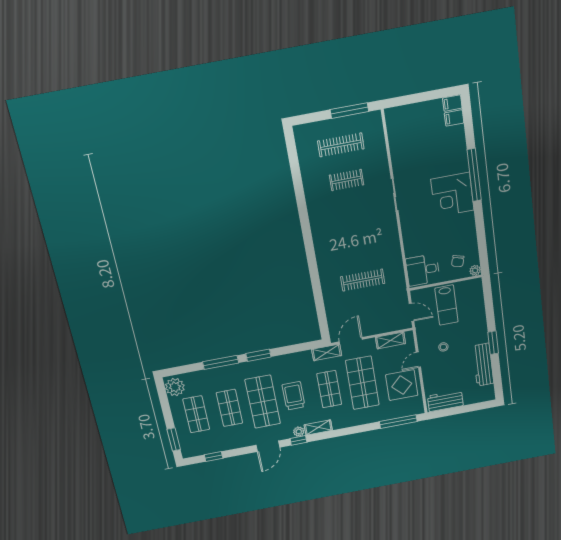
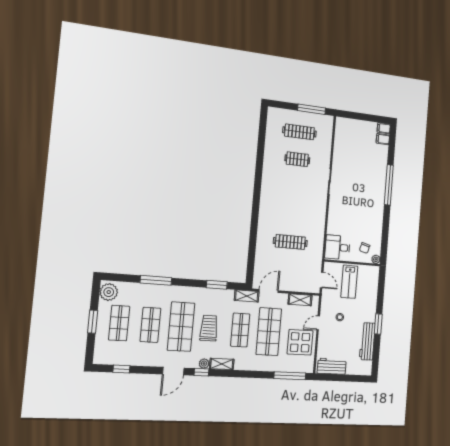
corner desk: (452, 195) -> (371, 195), removed
window: (258, 355) -> (217, 285), moved
window: (174, 439) -> (93, 322), moved

